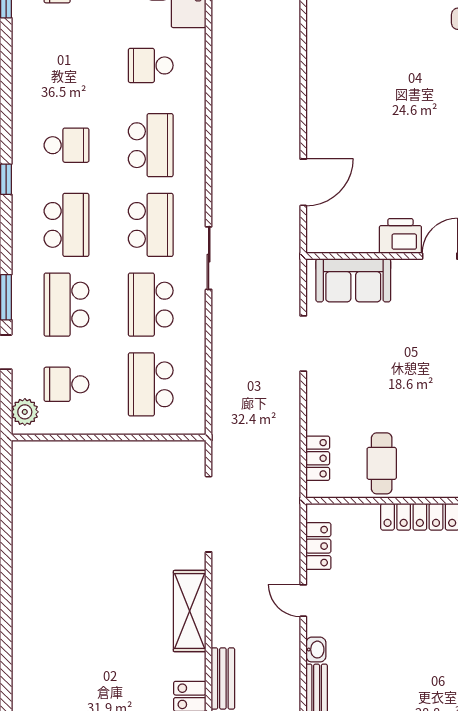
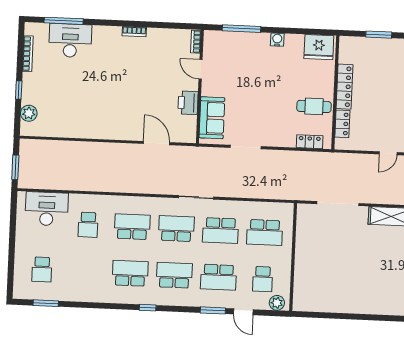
school desk: (66, 145) -> (130, 273), width x1.85
printer: (400, 236) -> (188, 103), moved
locker: (318, 546) -> (342, 124), moved, turned 90

